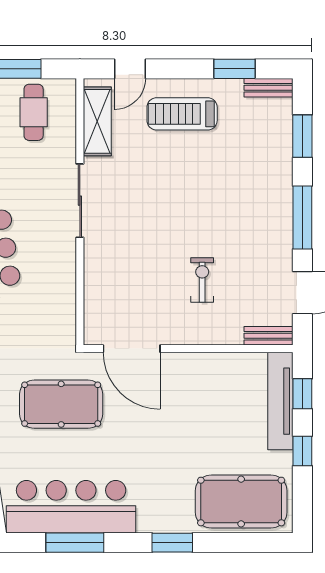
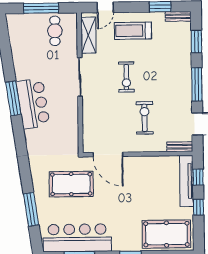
exercise bike: (168, 202) -> (126, 77), added
exercise bike: (202, 280) -> (145, 118), width x1.38, depth x1.39

